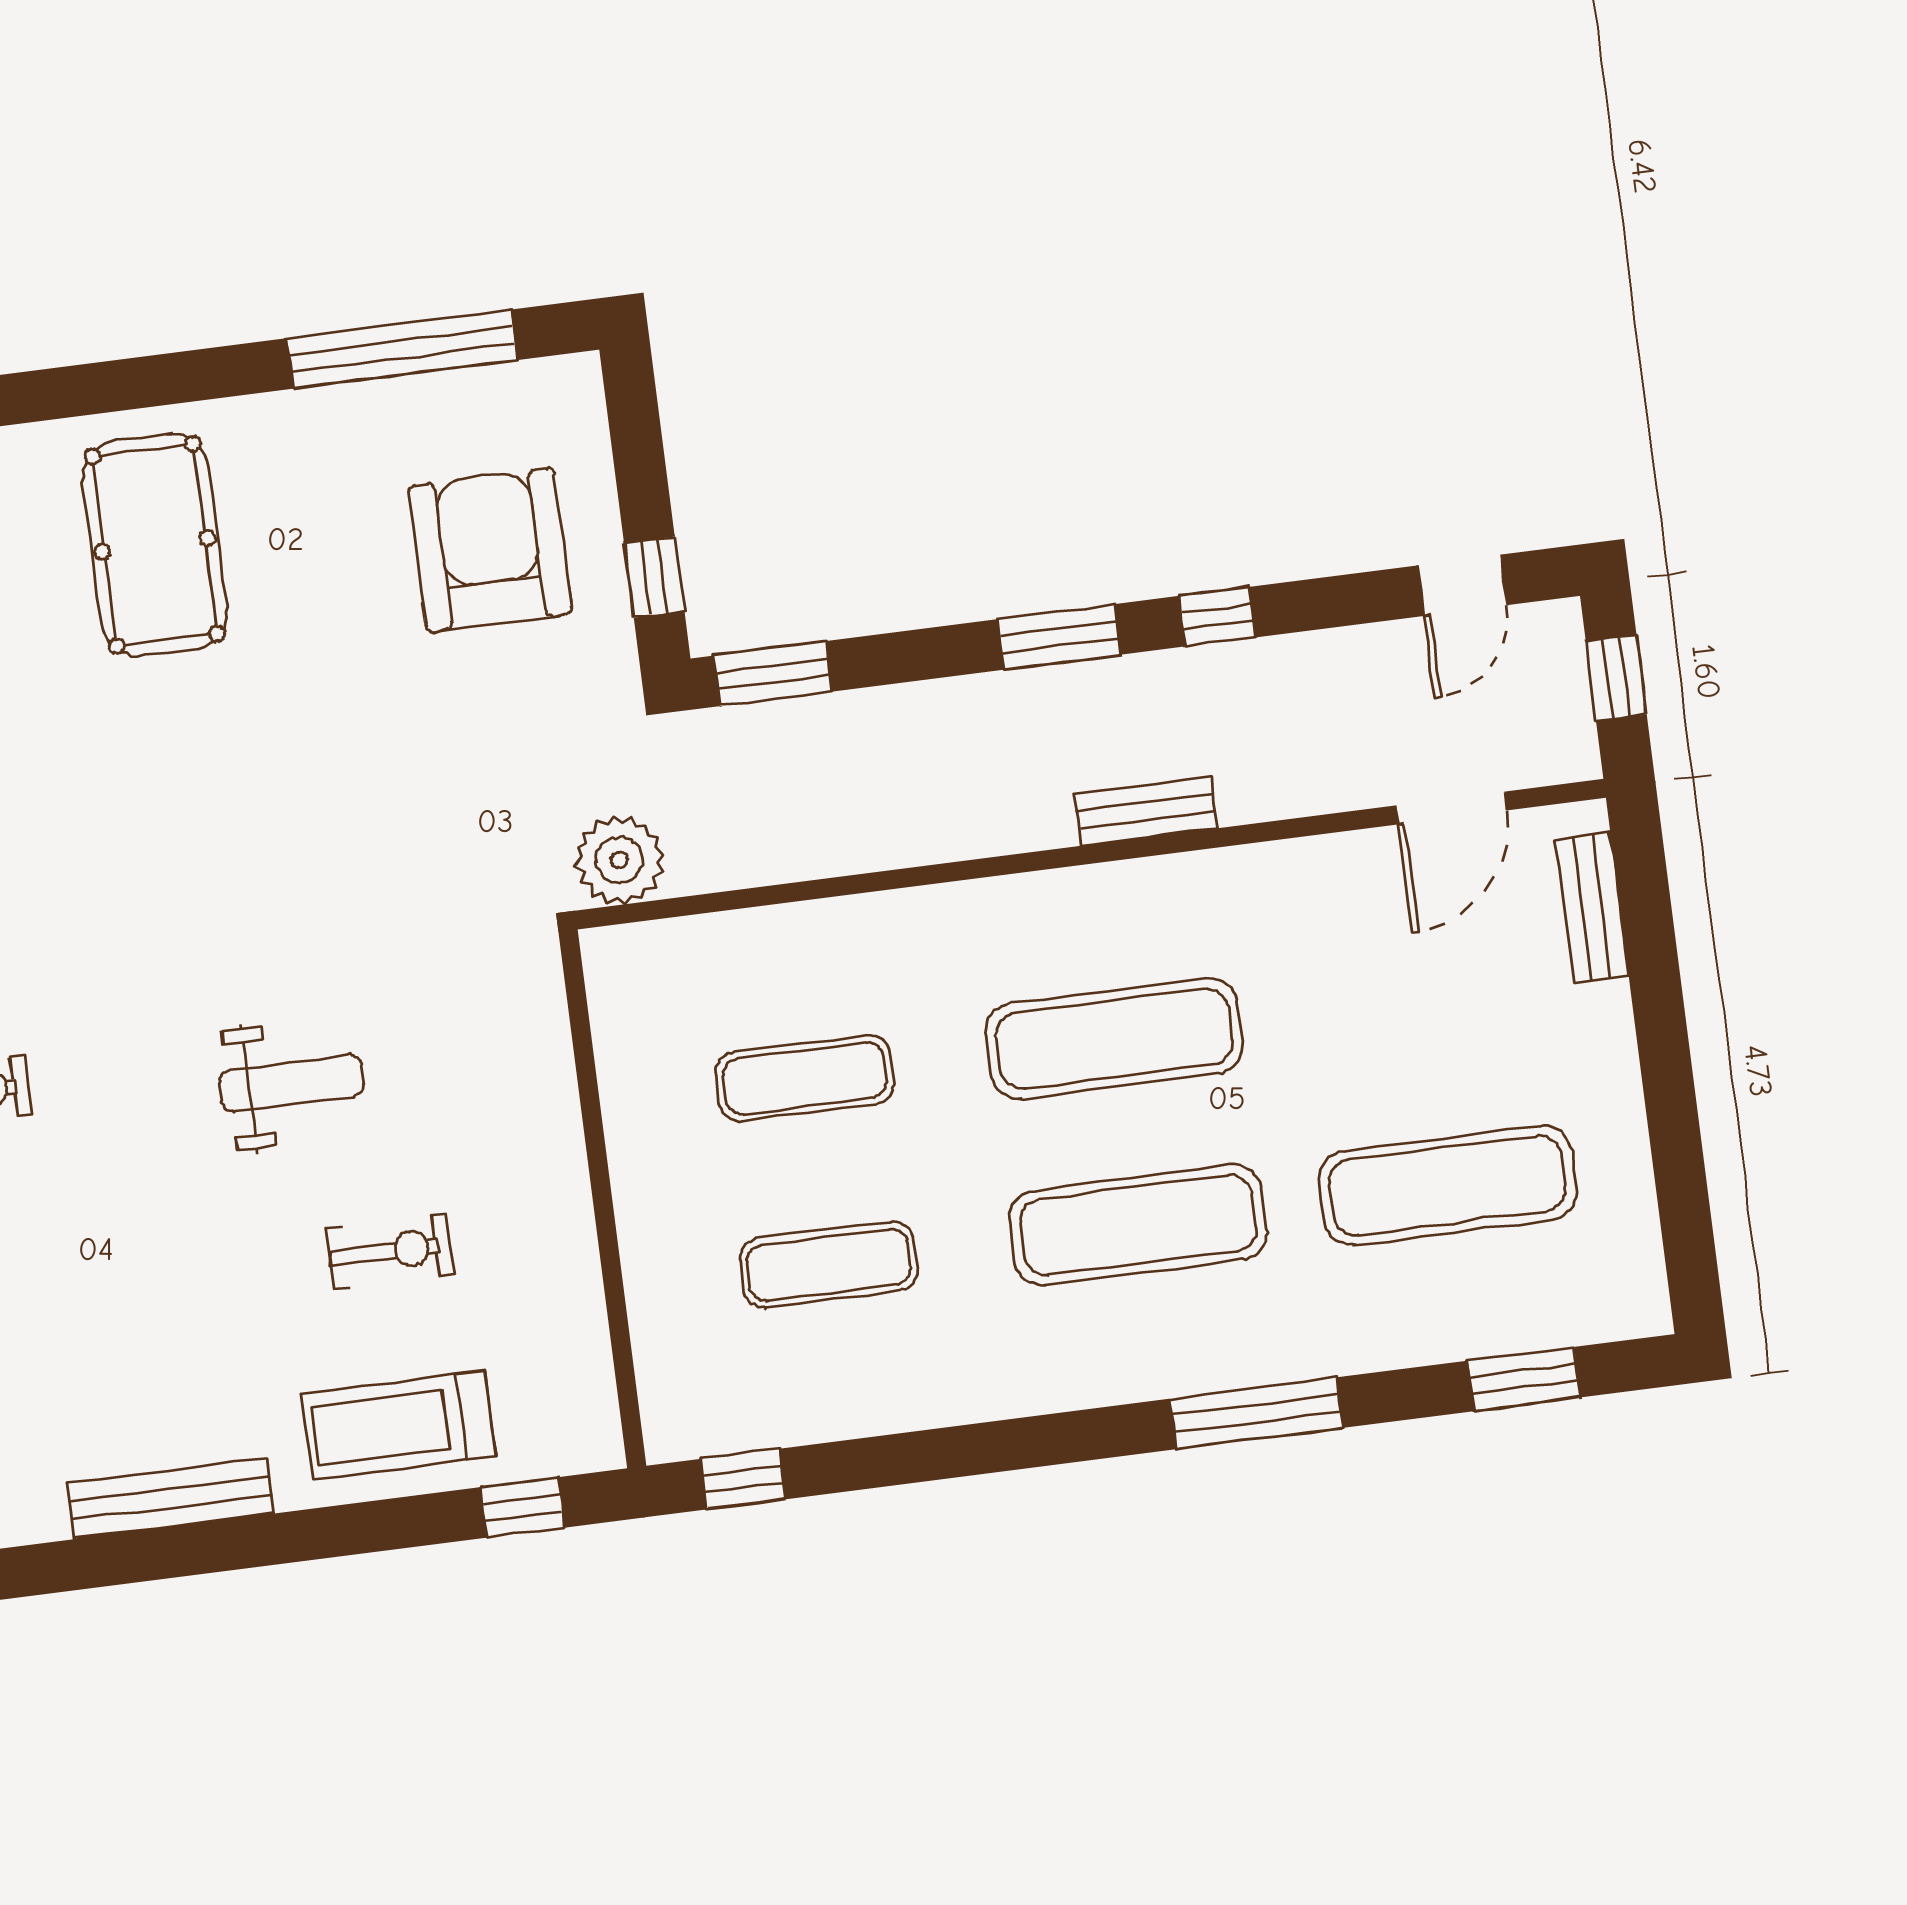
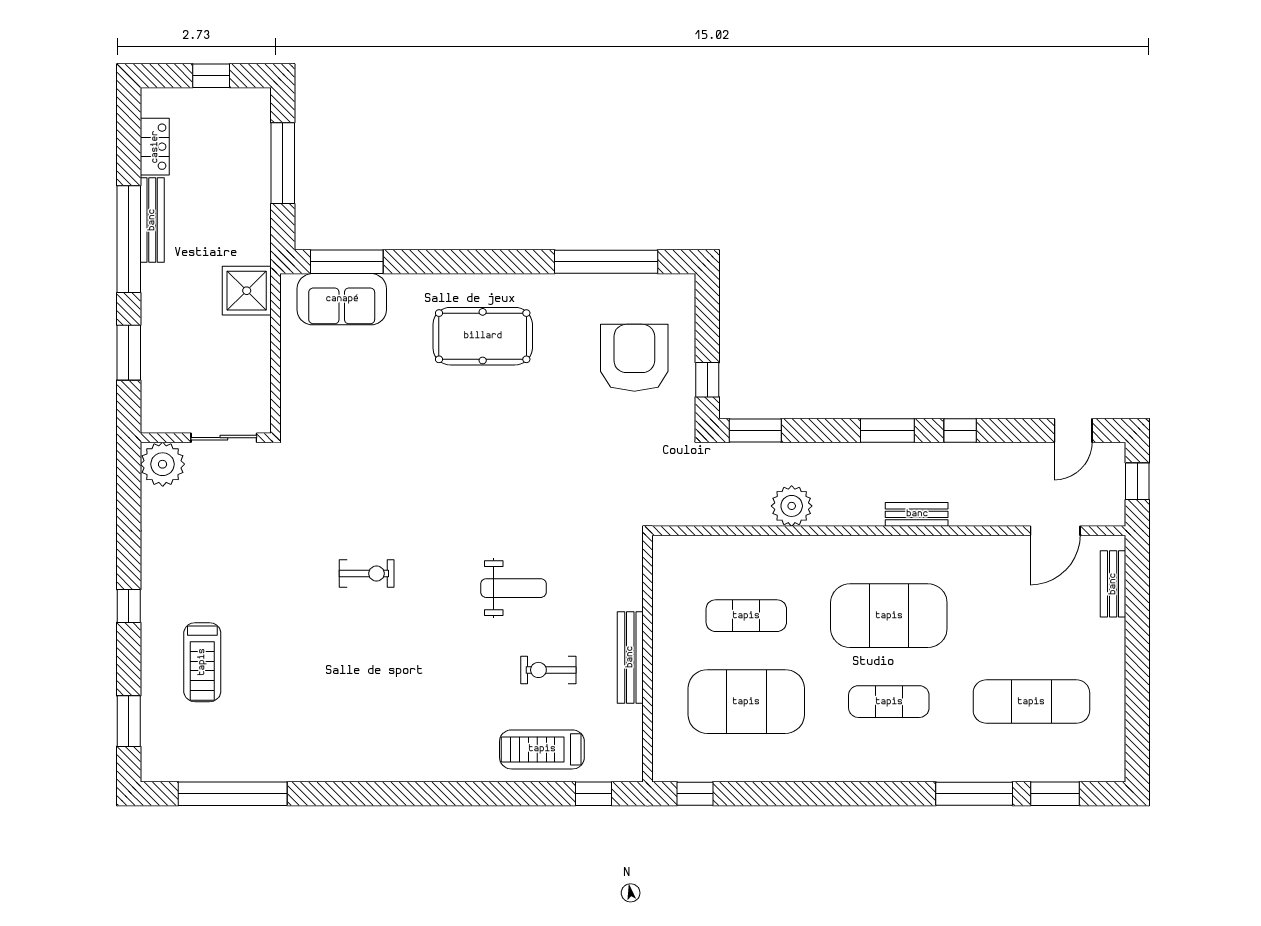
pool table: (155, 545) -> (483, 336), turned 90
plant: (619, 860) -> (792, 506), moved
exercise mat: (1114, 1039) -> (889, 616), width x1.47
exercise mat: (1138, 1225) -> (889, 702), width x0.73, depth x0.69
exercise bike: (390, 1251) -> (548, 670), turned 180
exercise mat: (829, 1265) -> (746, 702), width x2.00, depth x1.45
window: (1256, 1413) -> (974, 794), moved
bench: (171, 1498) -> (630, 657), moved, turned 90

